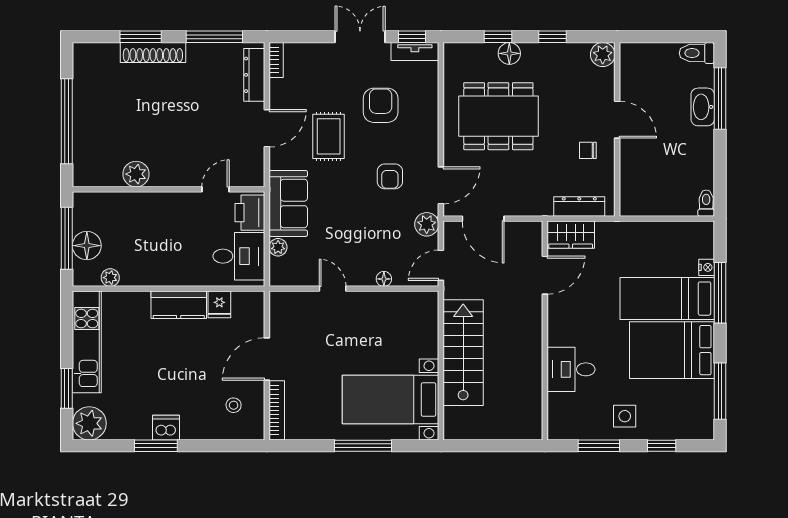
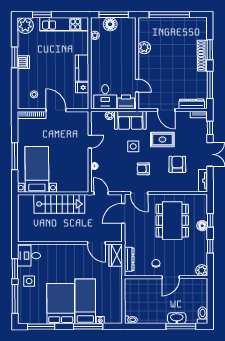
window: (412, 37) -> (210, 128), moved
armchair: (381, 105) -> (177, 164), turned -90
side table: (343, 198) -> (133, 146), added
plant: (427, 224) -> (121, 186), removed
desk: (571, 369) -> (29, 256), moved, turned -90
window: (662, 446) -> (15, 299), width x2.17

